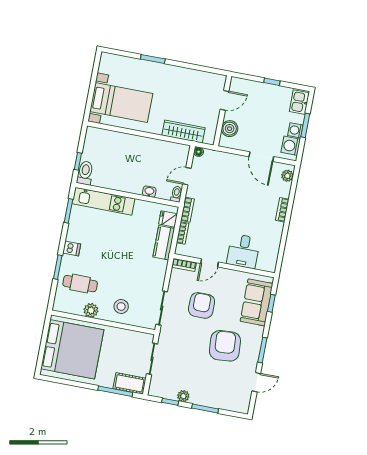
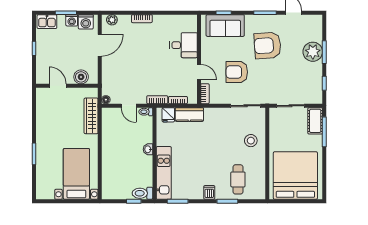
washbasin: (149, 192) -> (148, 149), moved
plant: (91, 310) -> (259, 166), removed
plant: (183, 396) -> (313, 52), moved, width x1.88, depth x1.88

